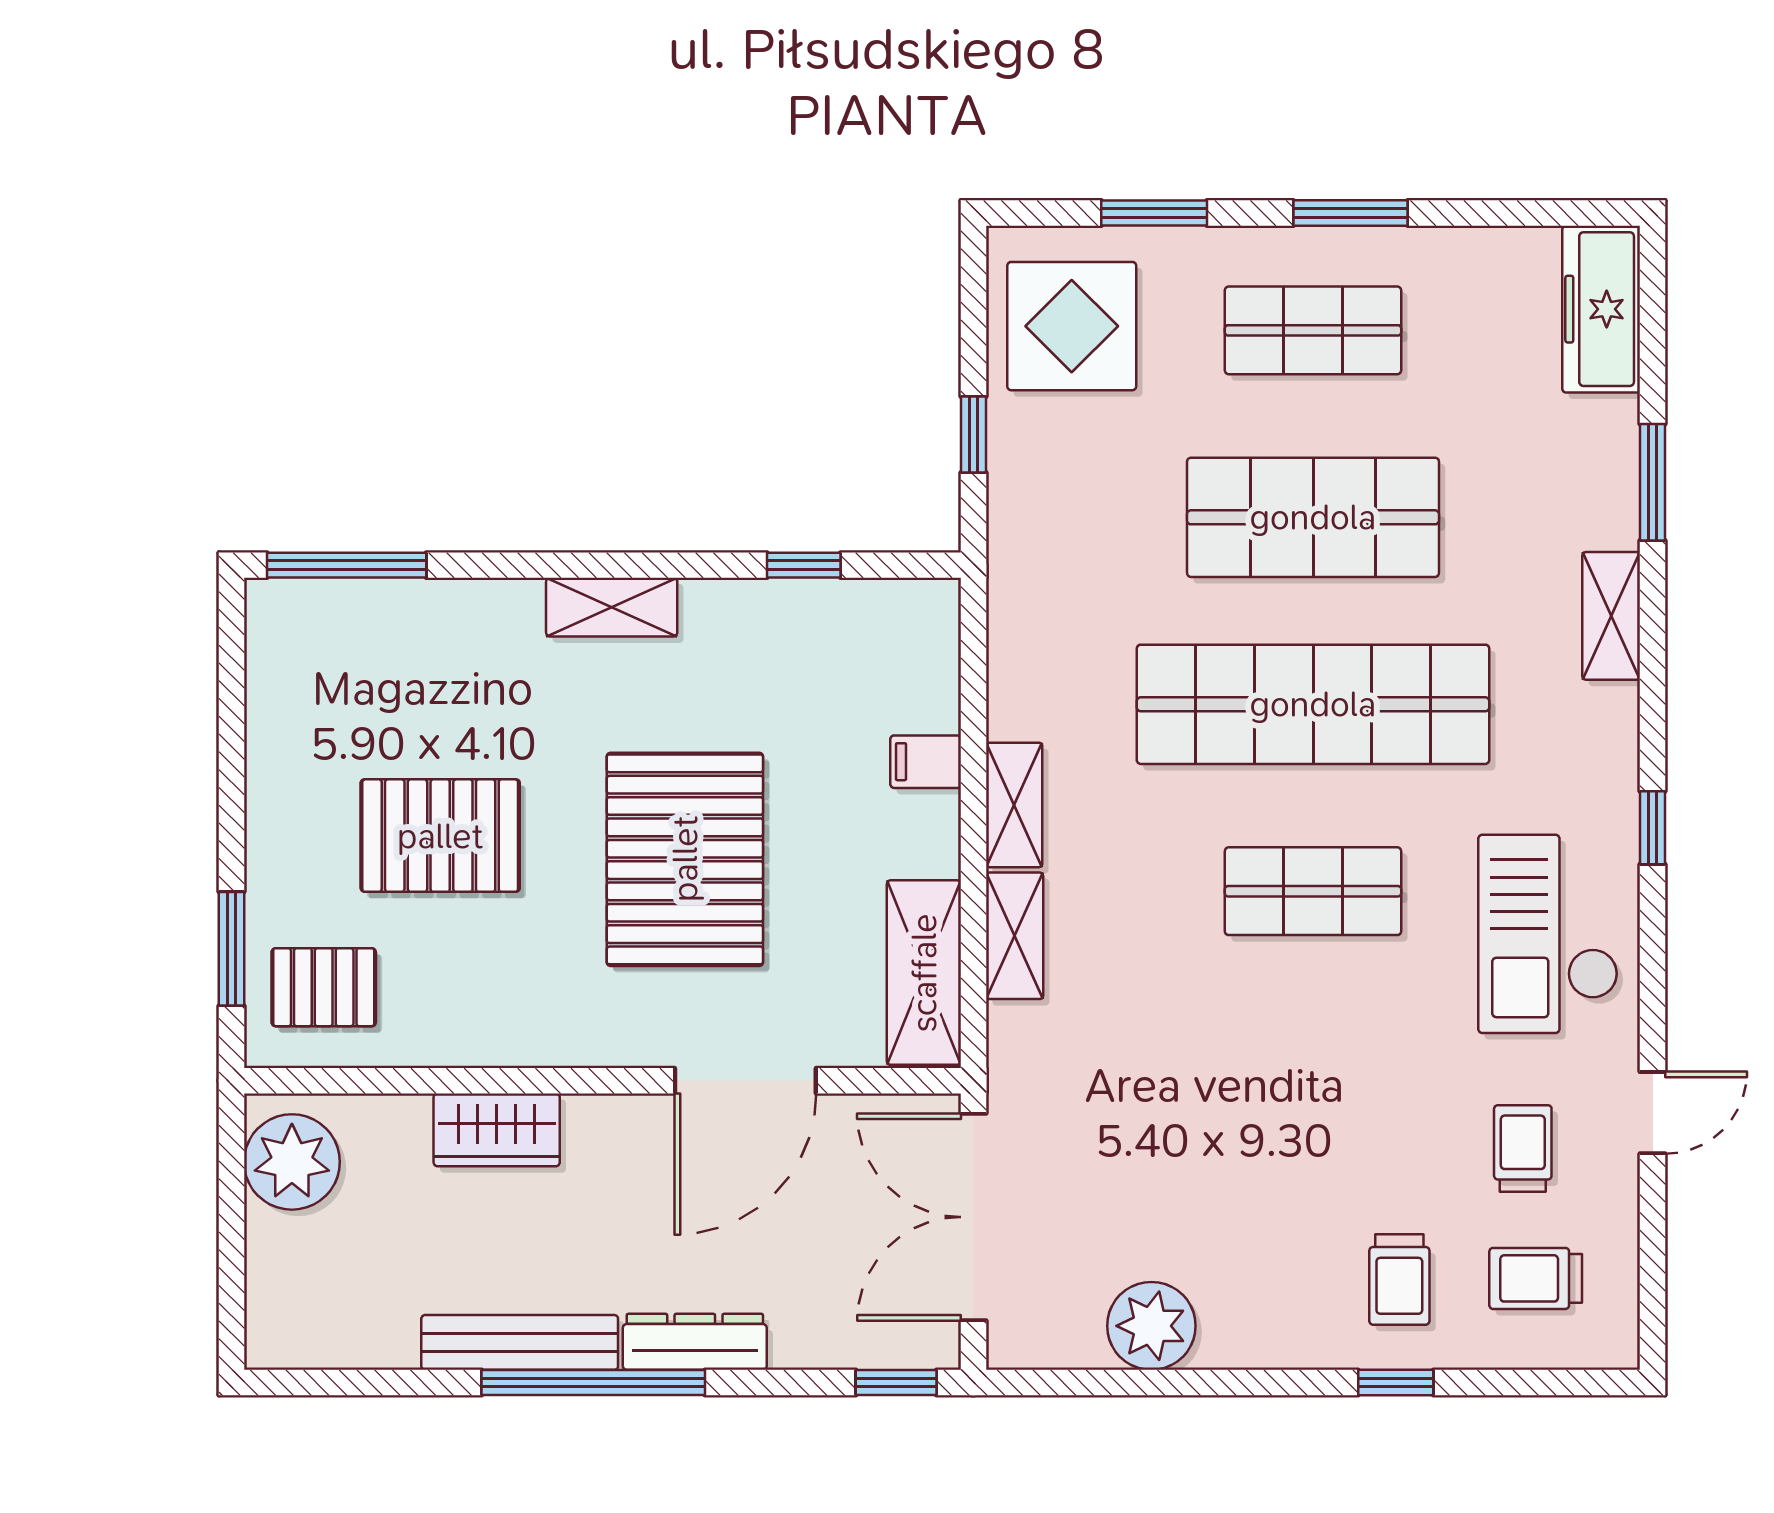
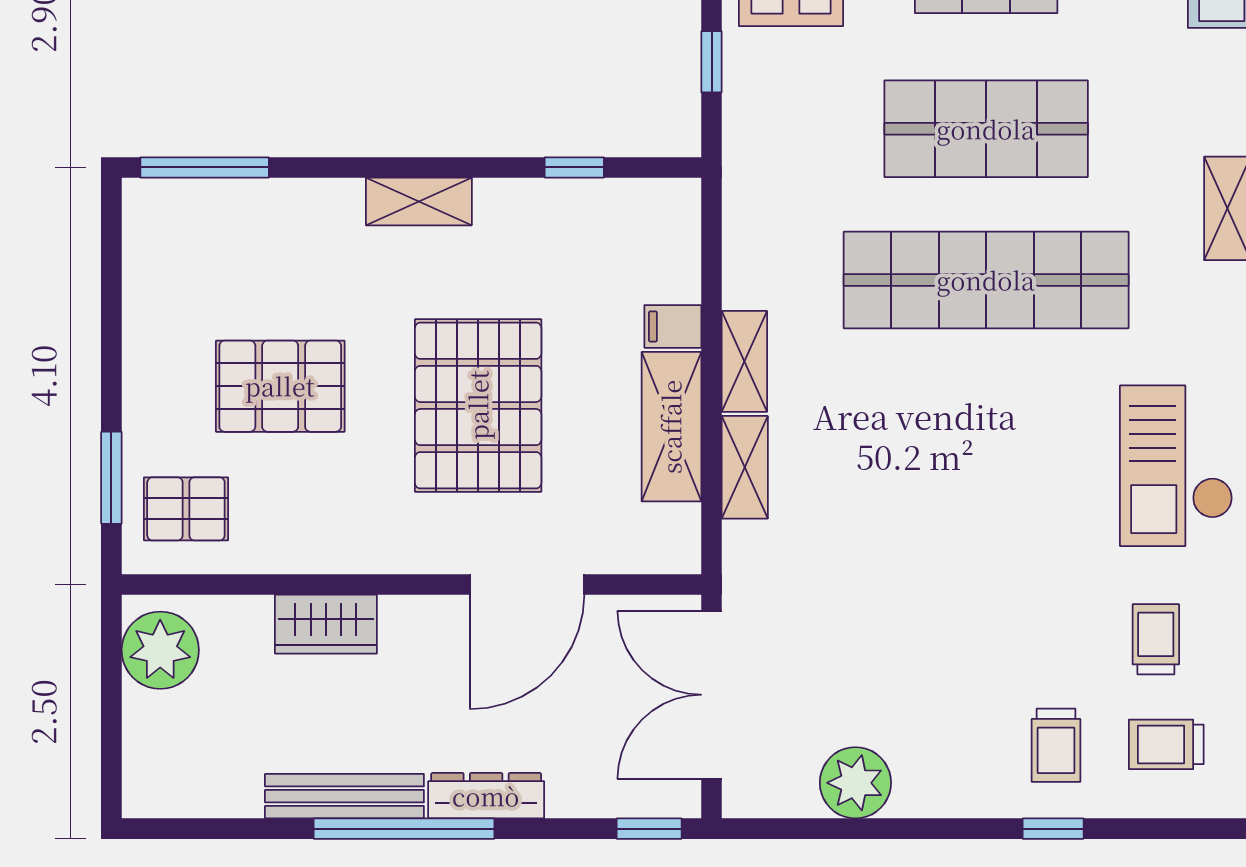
shop shelf: (1313, 891) -> (986, 431), removed
shelving: (924, 973) -> (671, 427), moved

